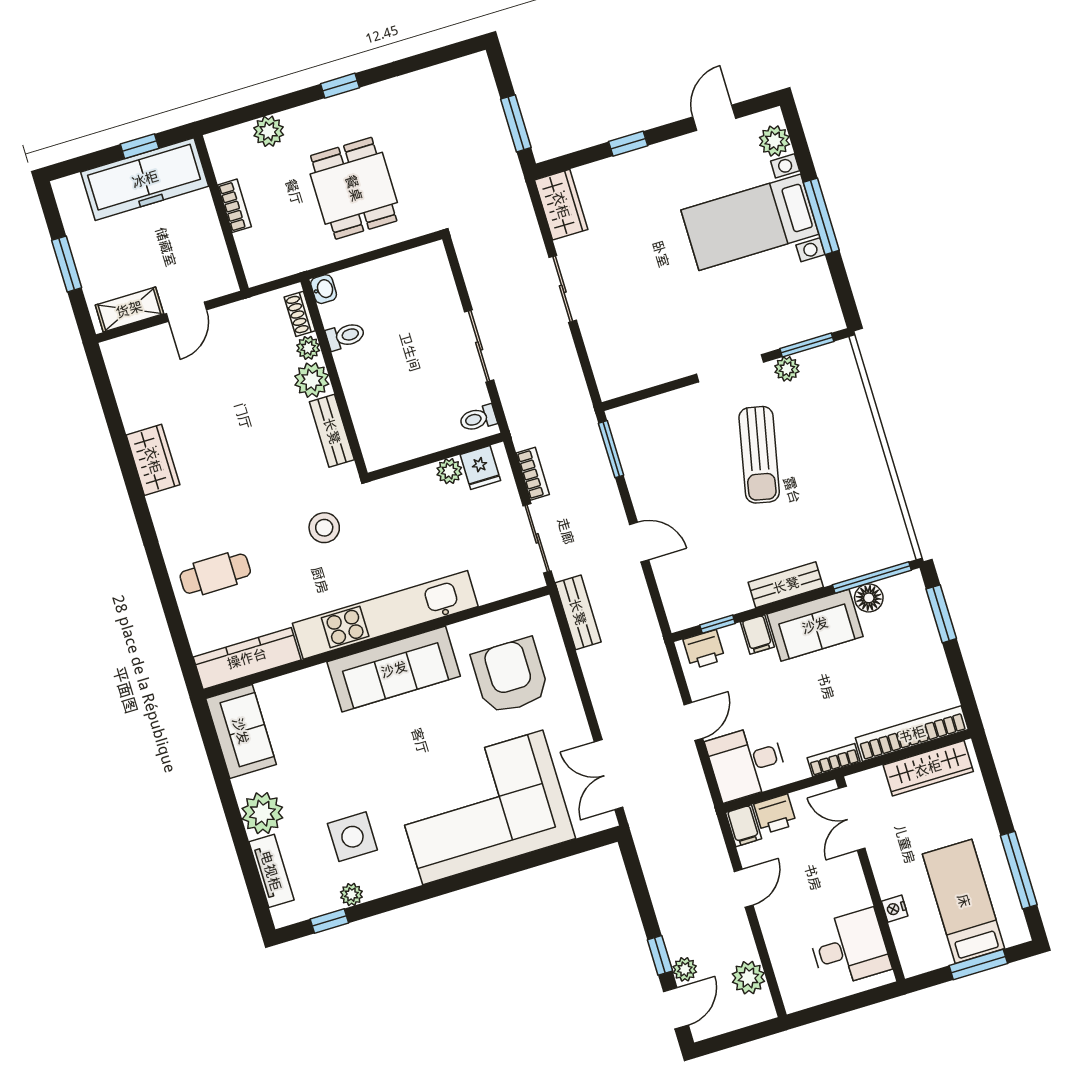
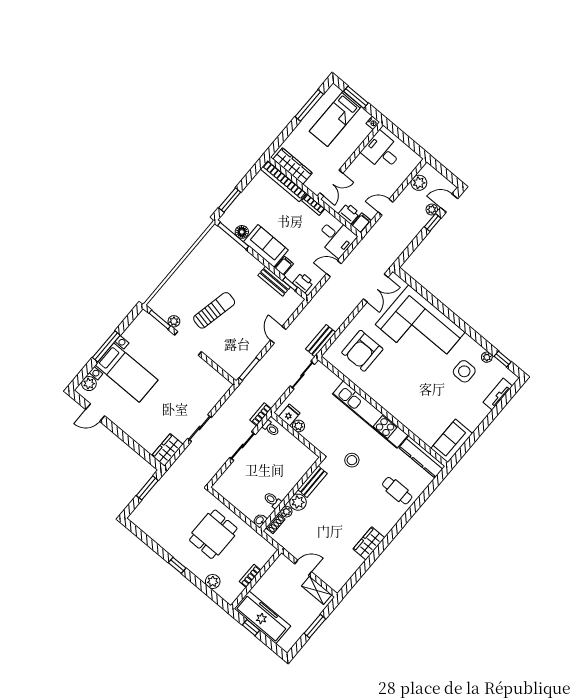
window: (628, 144) -> (127, 439), removed
bookcase: (533, 474) -> (261, 414), moved
bench: (786, 585) -> (274, 281), moved
sofa: (394, 669) -> (389, 398), removed
plant: (262, 813) -> (478, 412), removed
nightstand: (895, 909) -> (373, 123), moved

